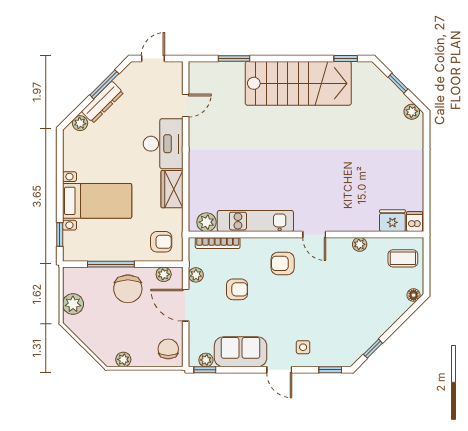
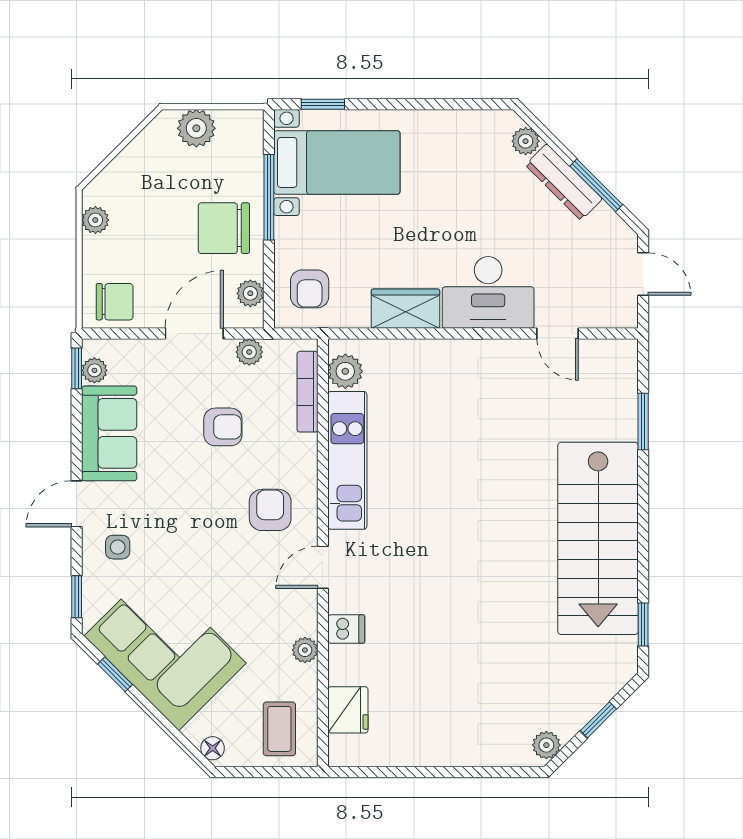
bed with nightstands: (97, 201) -> (337, 162), moved, turned -90
dishwasher: (415, 222) -> (346, 629), moved
armchair: (237, 289) -> (223, 427), turned -90
corner sofa: (359, 321) -> (165, 650), added

